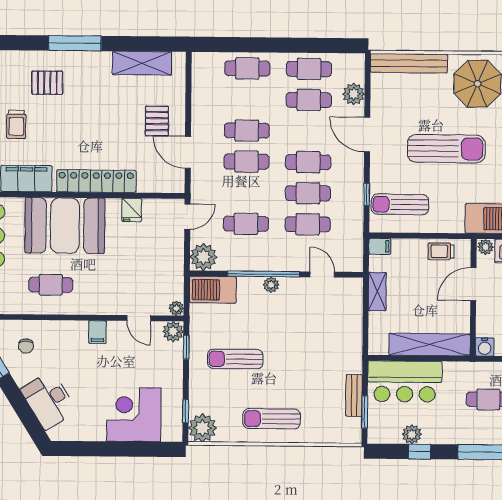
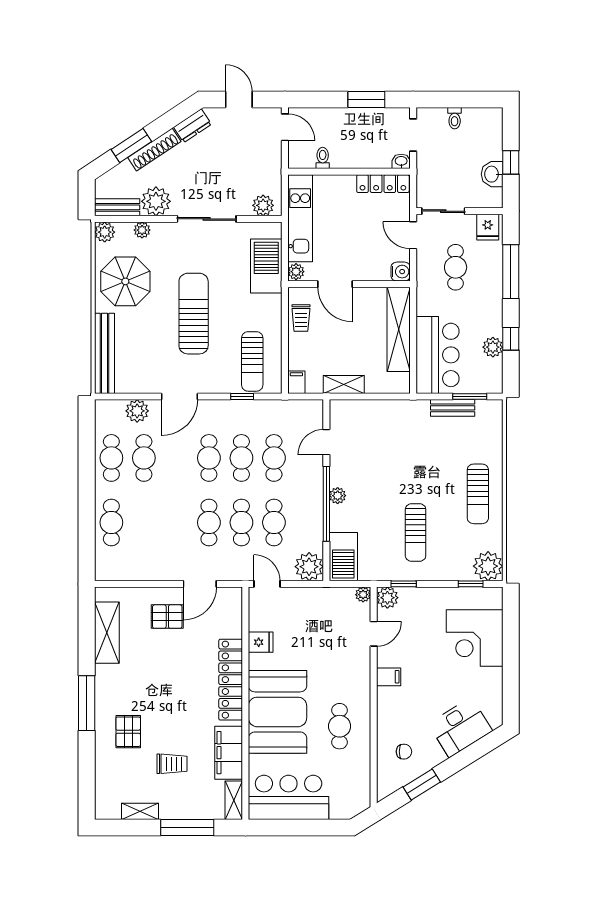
cafe table: (247, 131) -> (241, 522), moved

